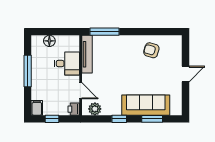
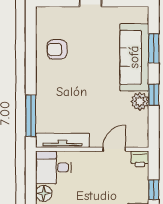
armchair: (151, 50) -> (57, 49), turned 74
desk: (67, 64) -> (53, 167), moved, turned -90
plant: (95, 109) -> (140, 101), moved

